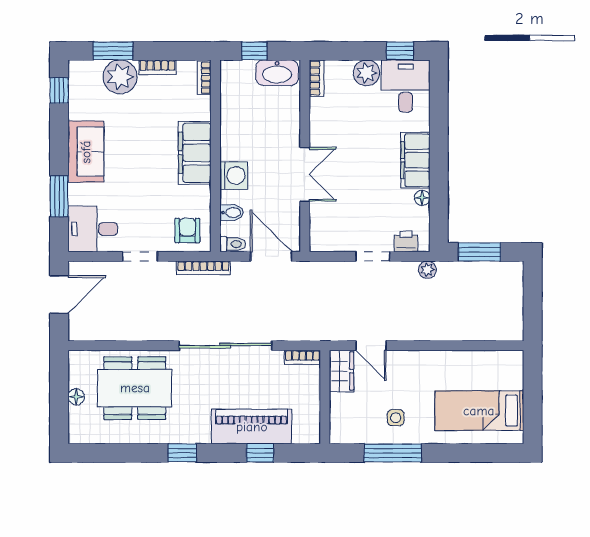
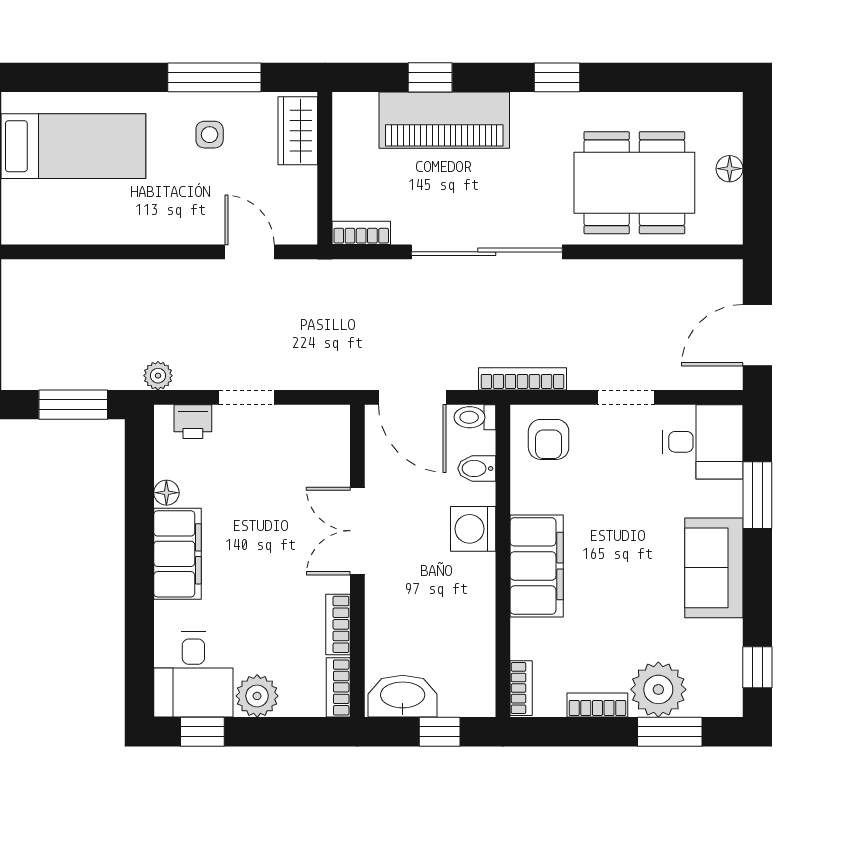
bookcase: (317, 117) -> (338, 624), added
wardrobe: (341, 371) -> (298, 131), moved

